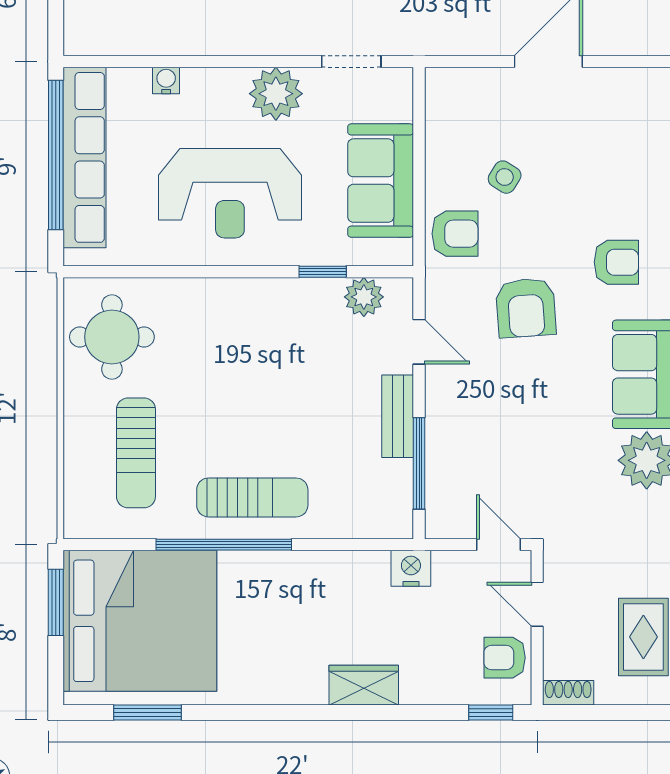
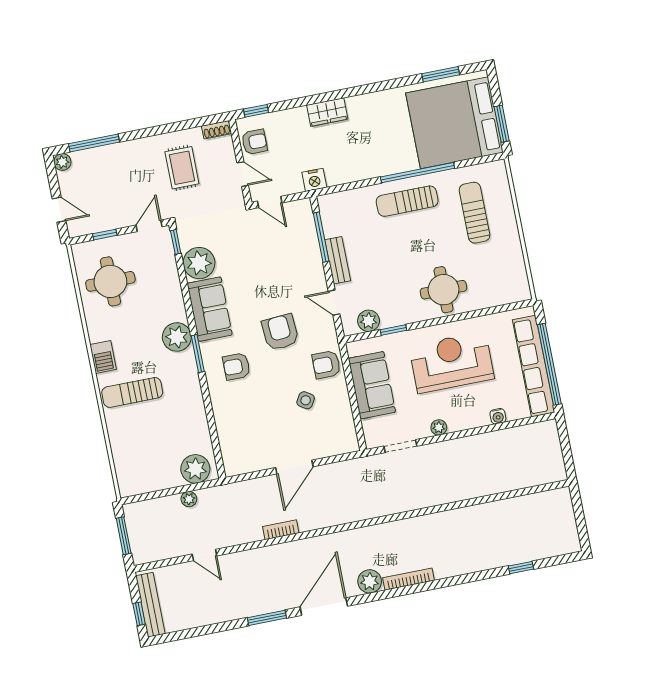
plant: (276, 94) -> (439, 427), width x0.53, depth x0.53
round table: (112, 337) -> (444, 290), moved

